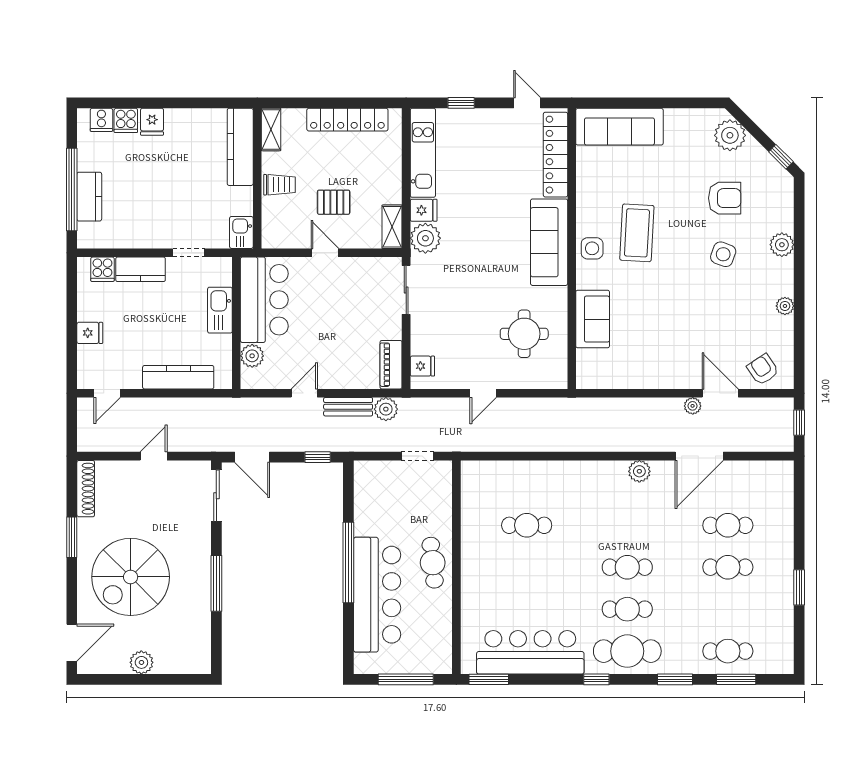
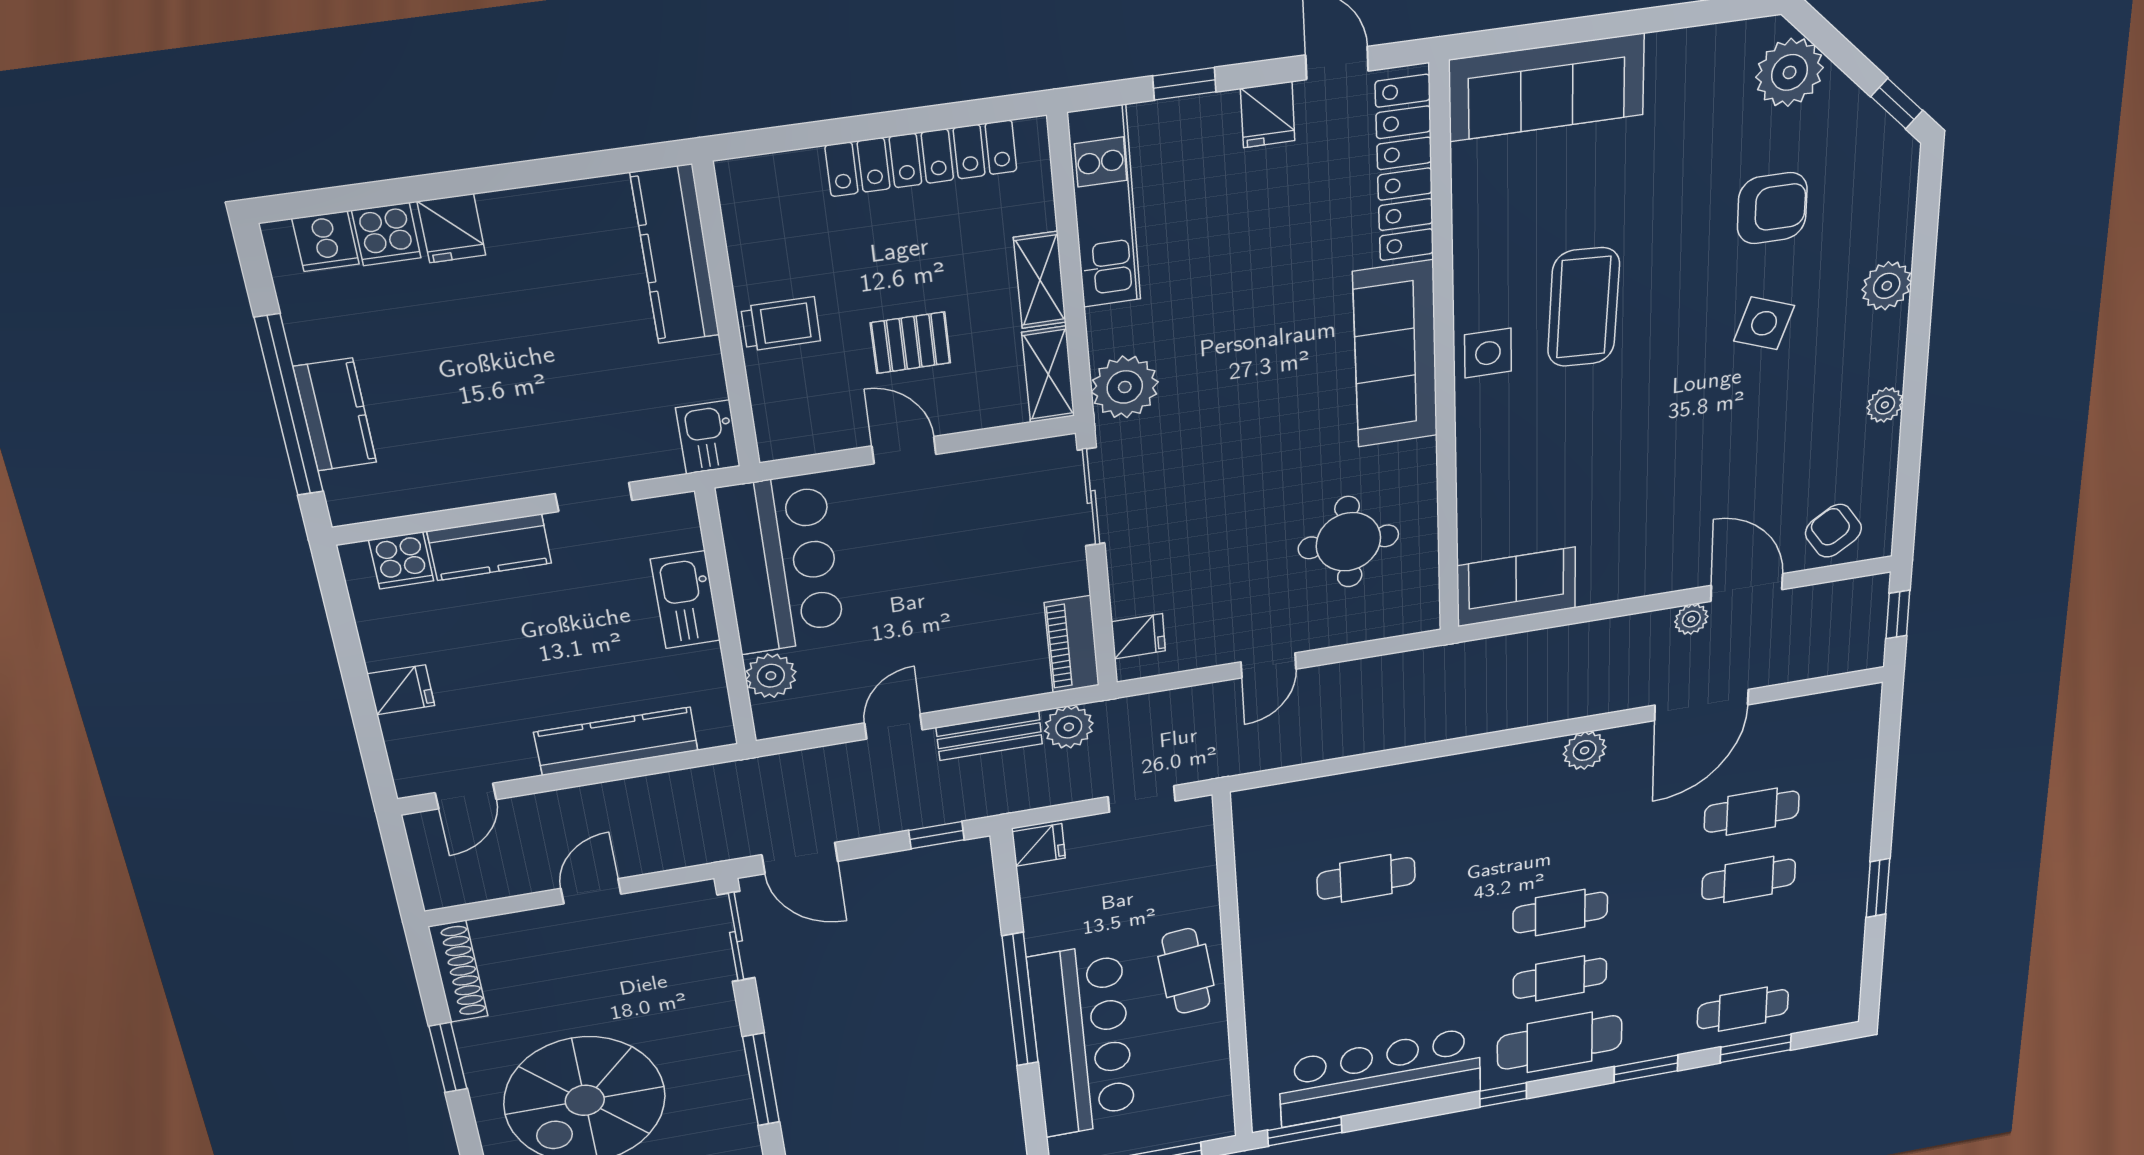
shelving: (271, 129) -> (1040, 280), moved
fridge: (424, 210) -> (1268, 115), moved, turned 90
sofa: (593, 319) -> (1516, 587), moved, turned -90
fridge: (366, 473) -> (1039, 845), added

